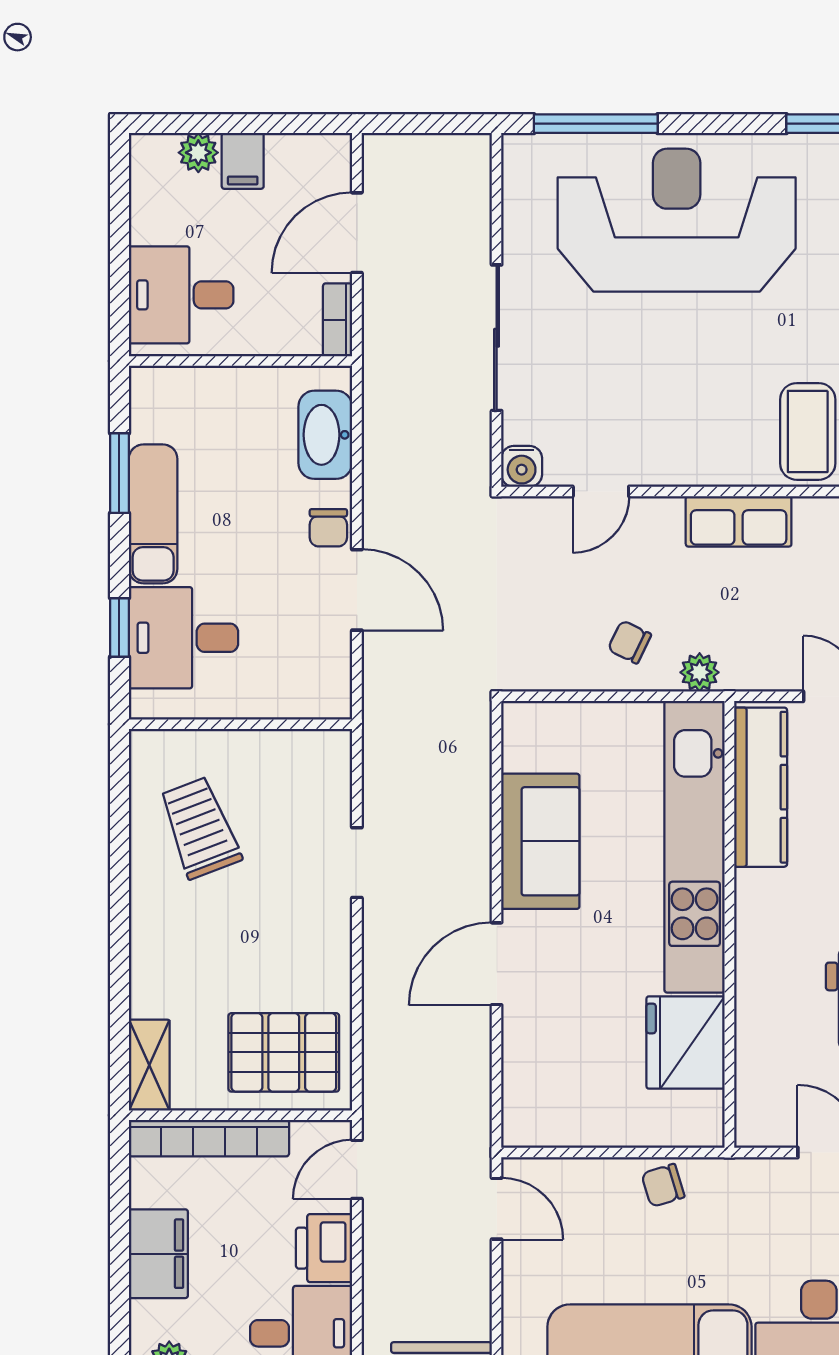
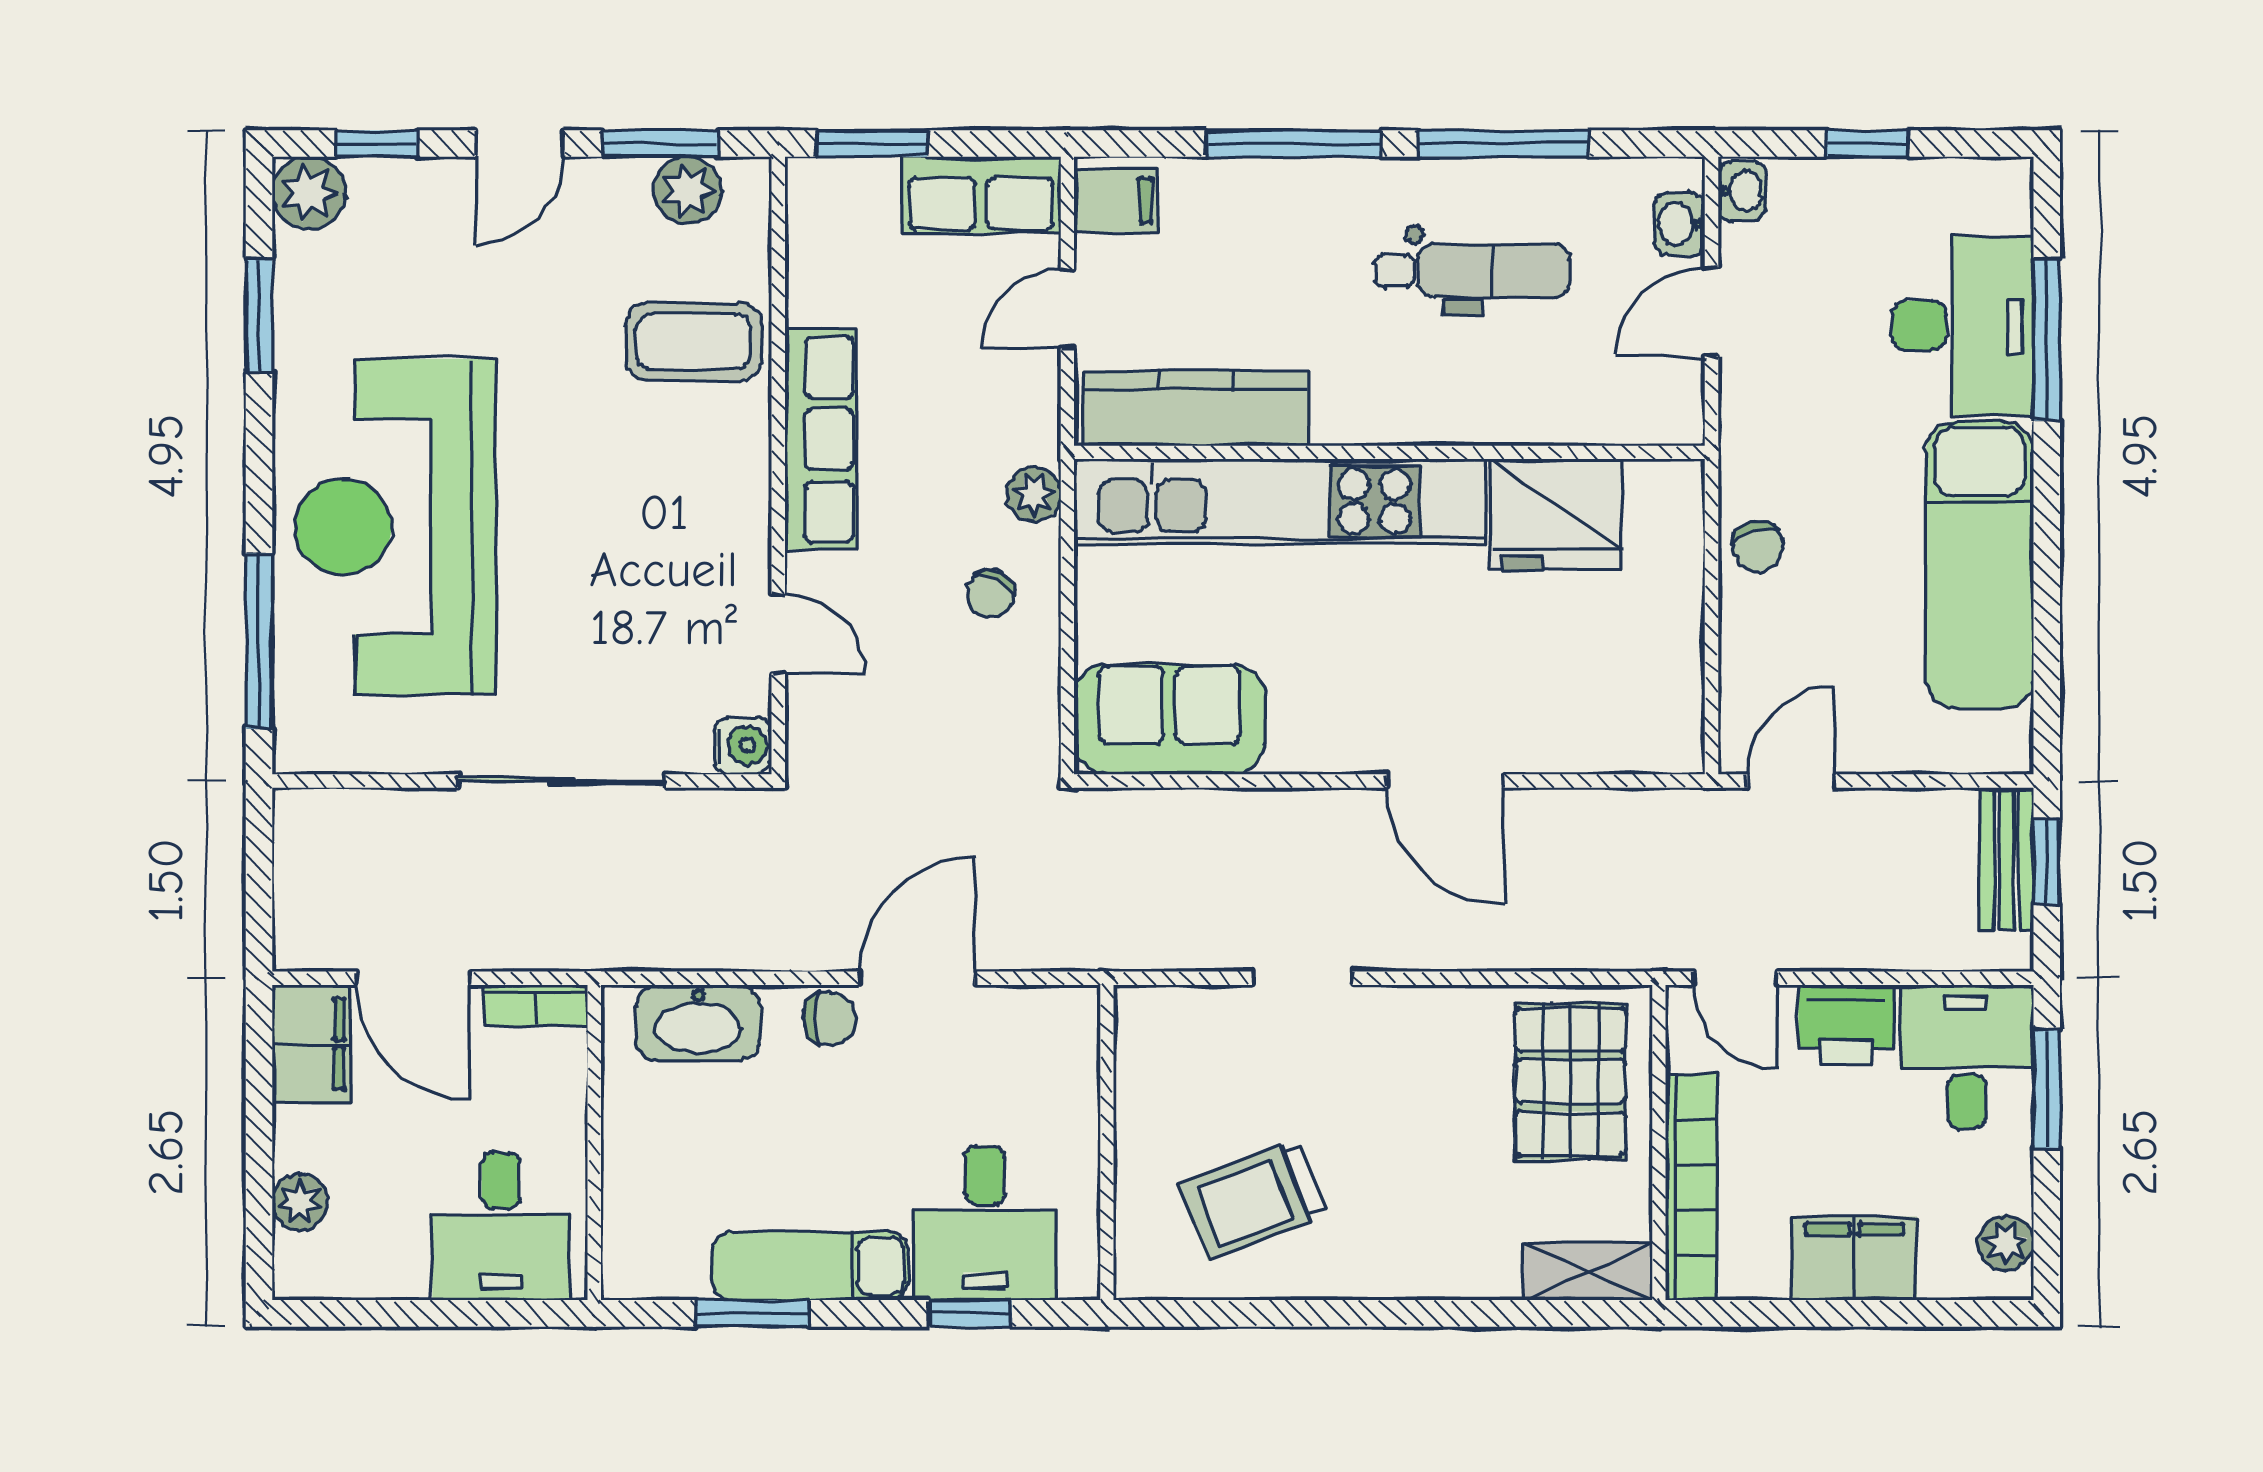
filing cabinet: (243, 161) -> (312, 1044), moved, width x2.00
row of seats: (739, 521) -> (820, 439), width x1.48
sofa: (540, 841) -> (1169, 719), moved

